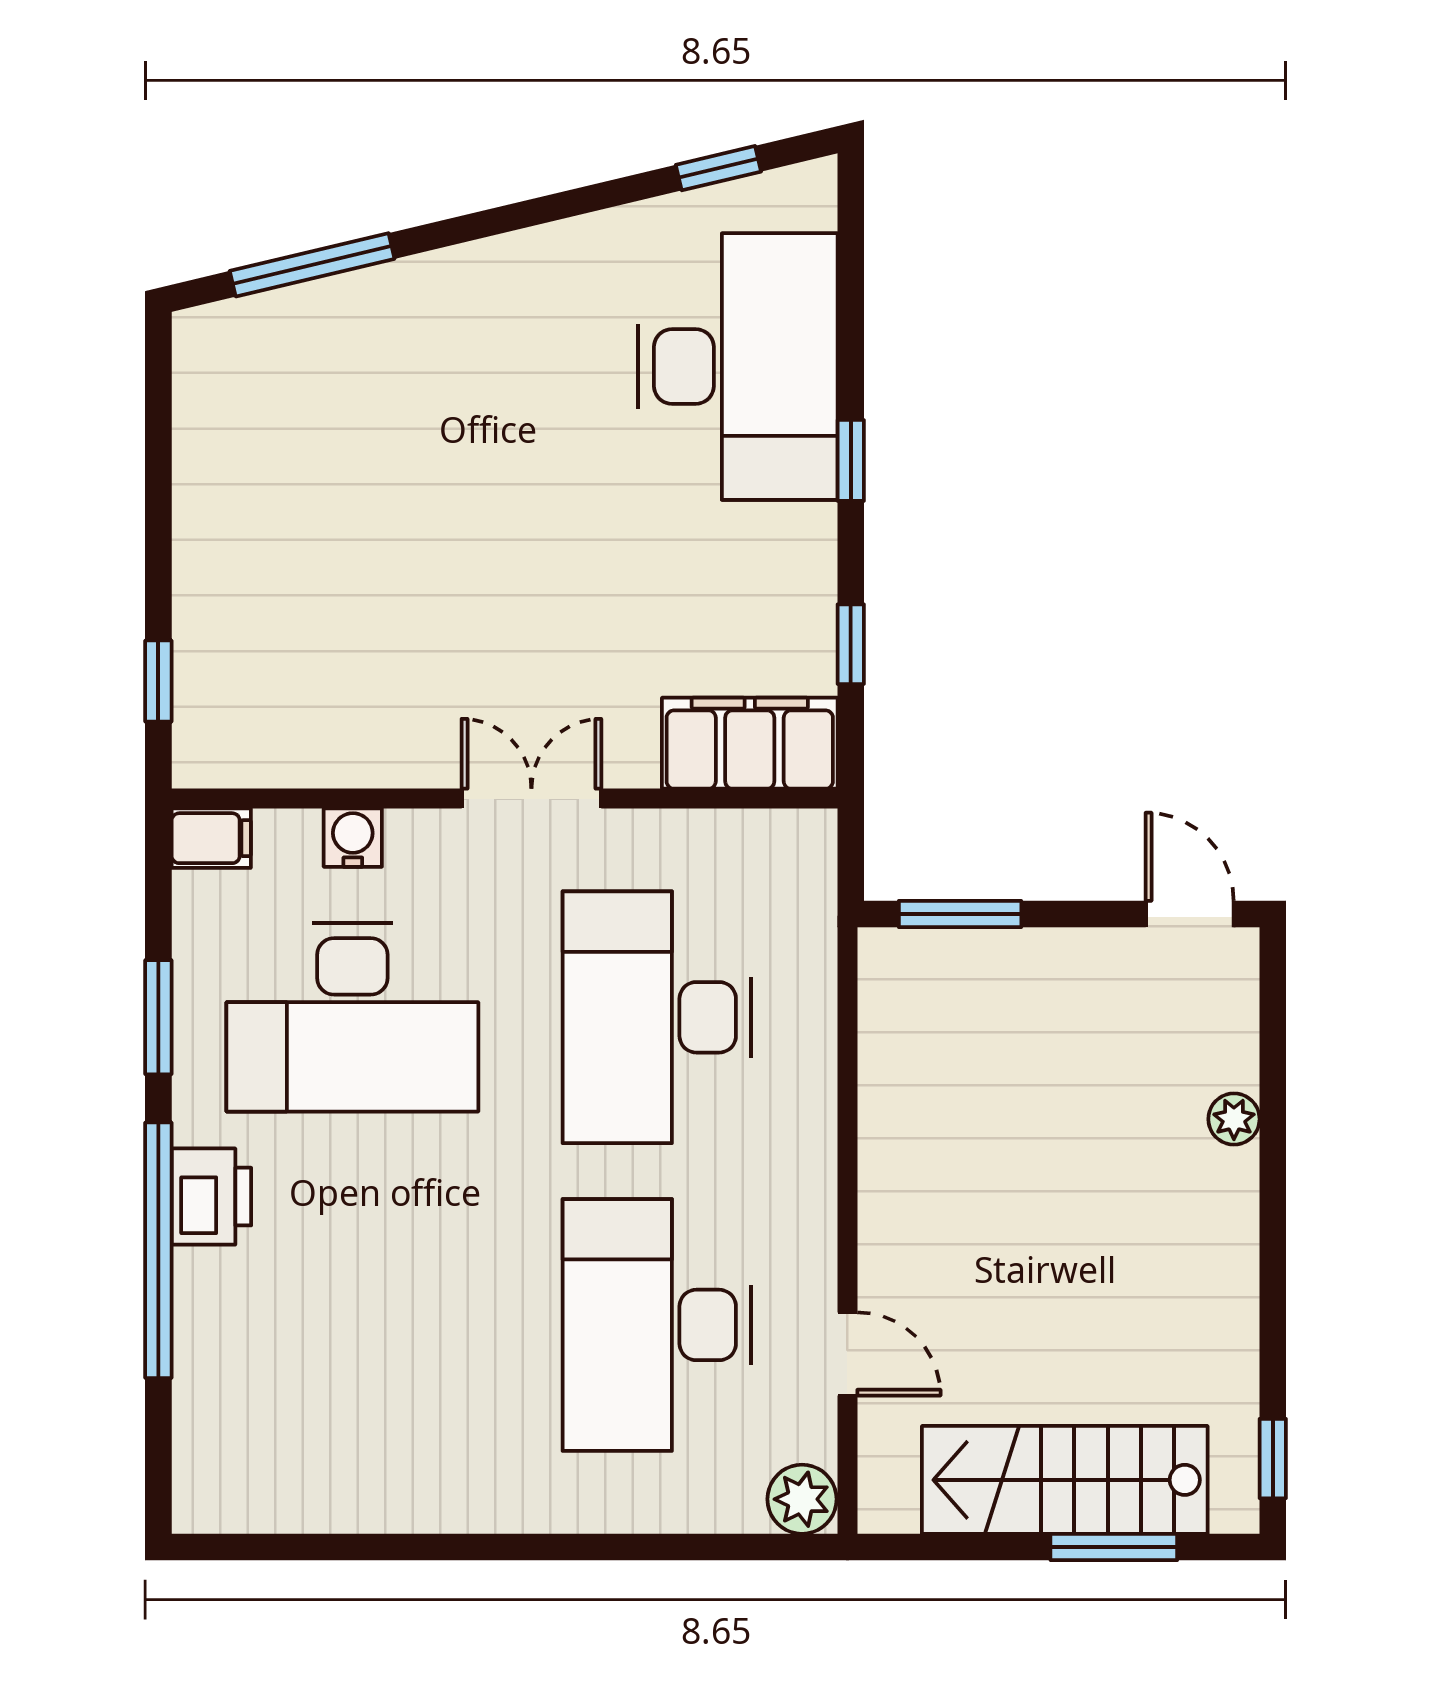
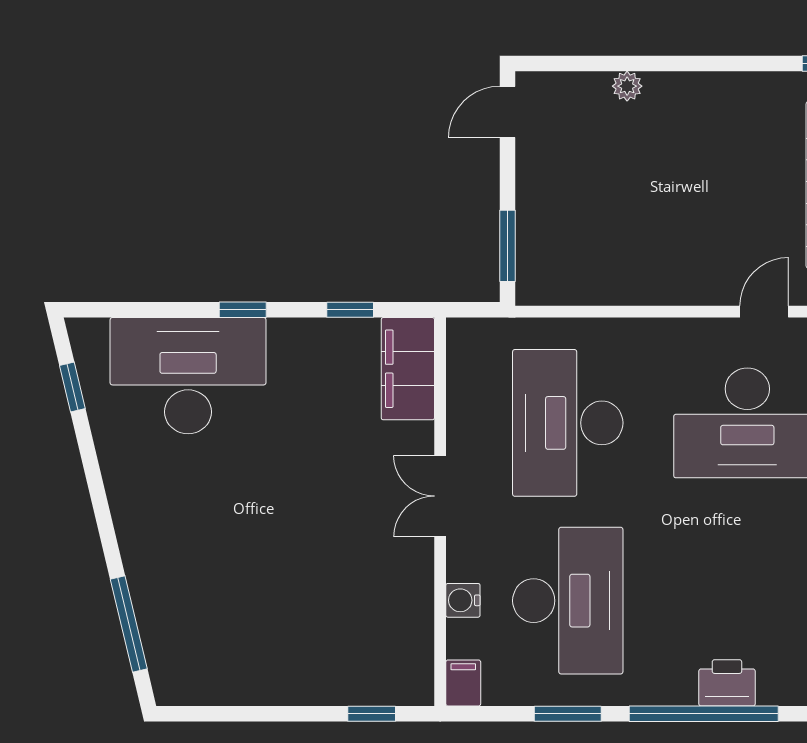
desk: (657, 1017) -> (568, 423), turned 90
printer: (211, 1197) -> (727, 683), moved

